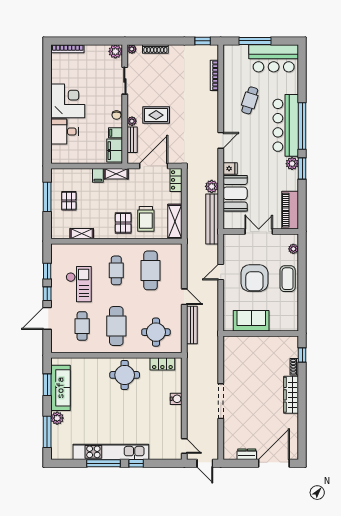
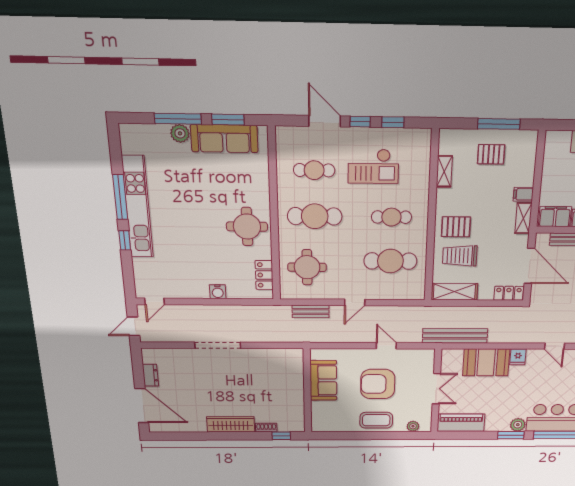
plant: (212, 186) -> (497, 336), removed
bench: (192, 325) -> (311, 312), width x0.73
window: (47, 432) -> (178, 119), moved

